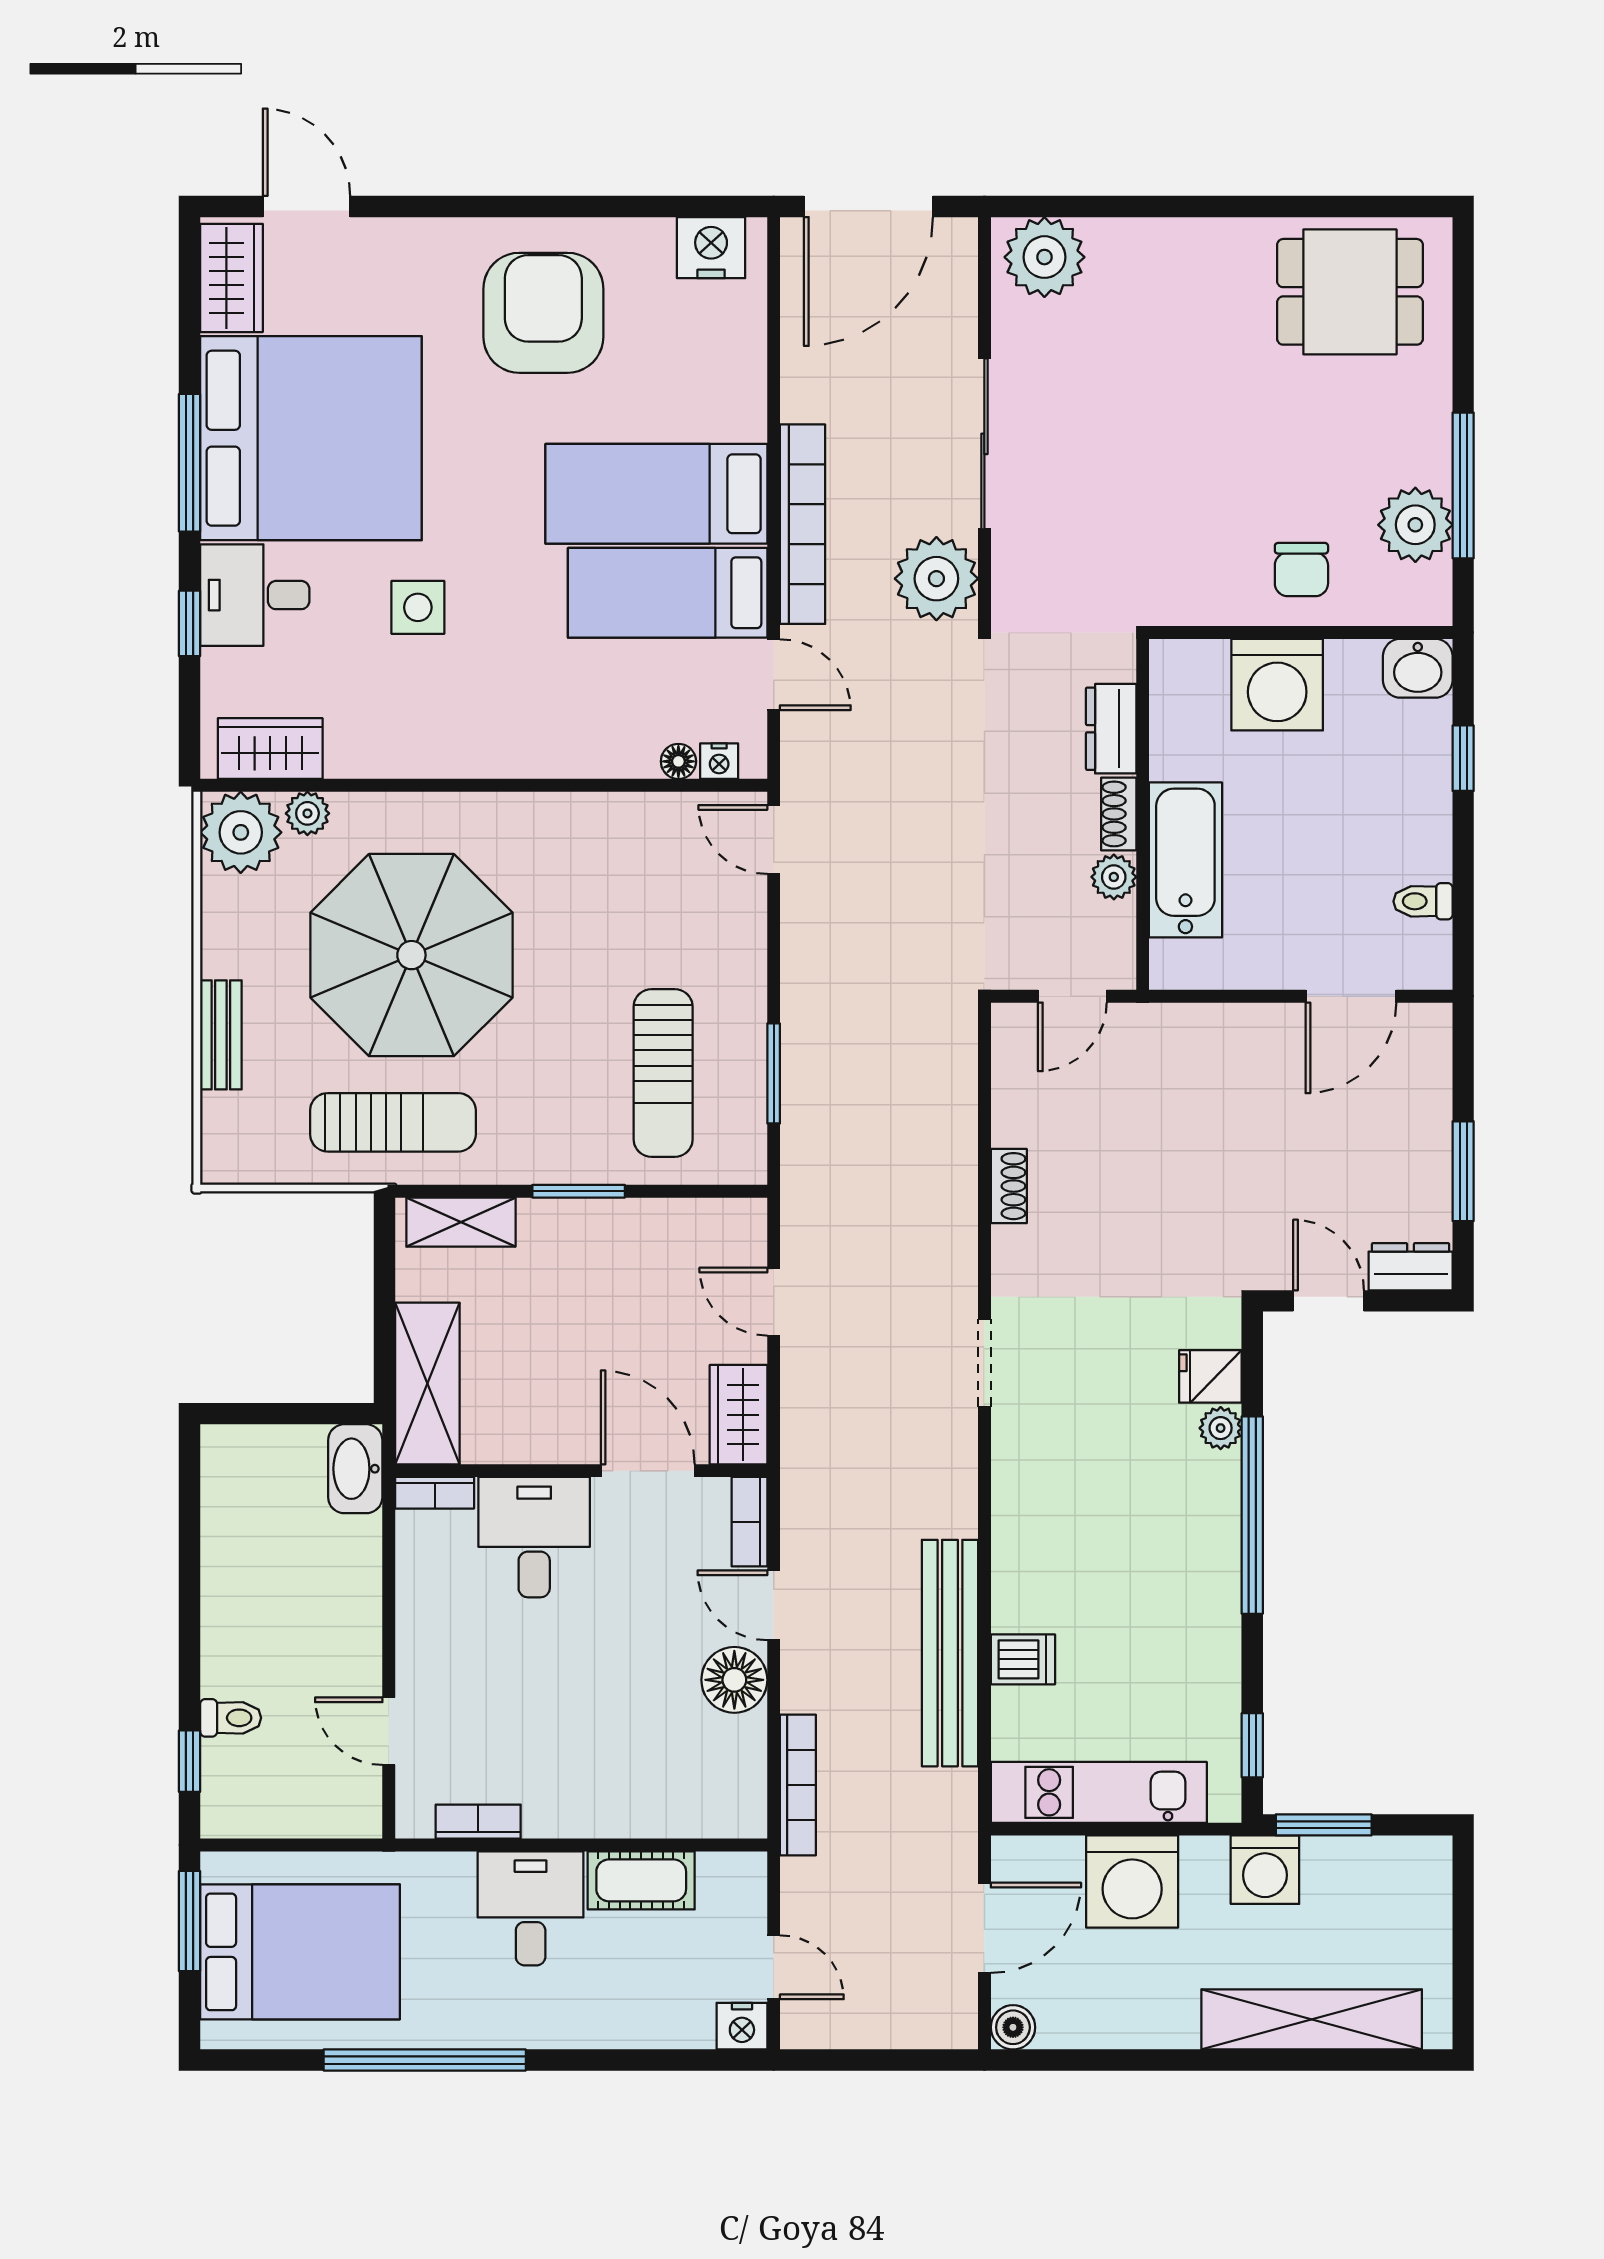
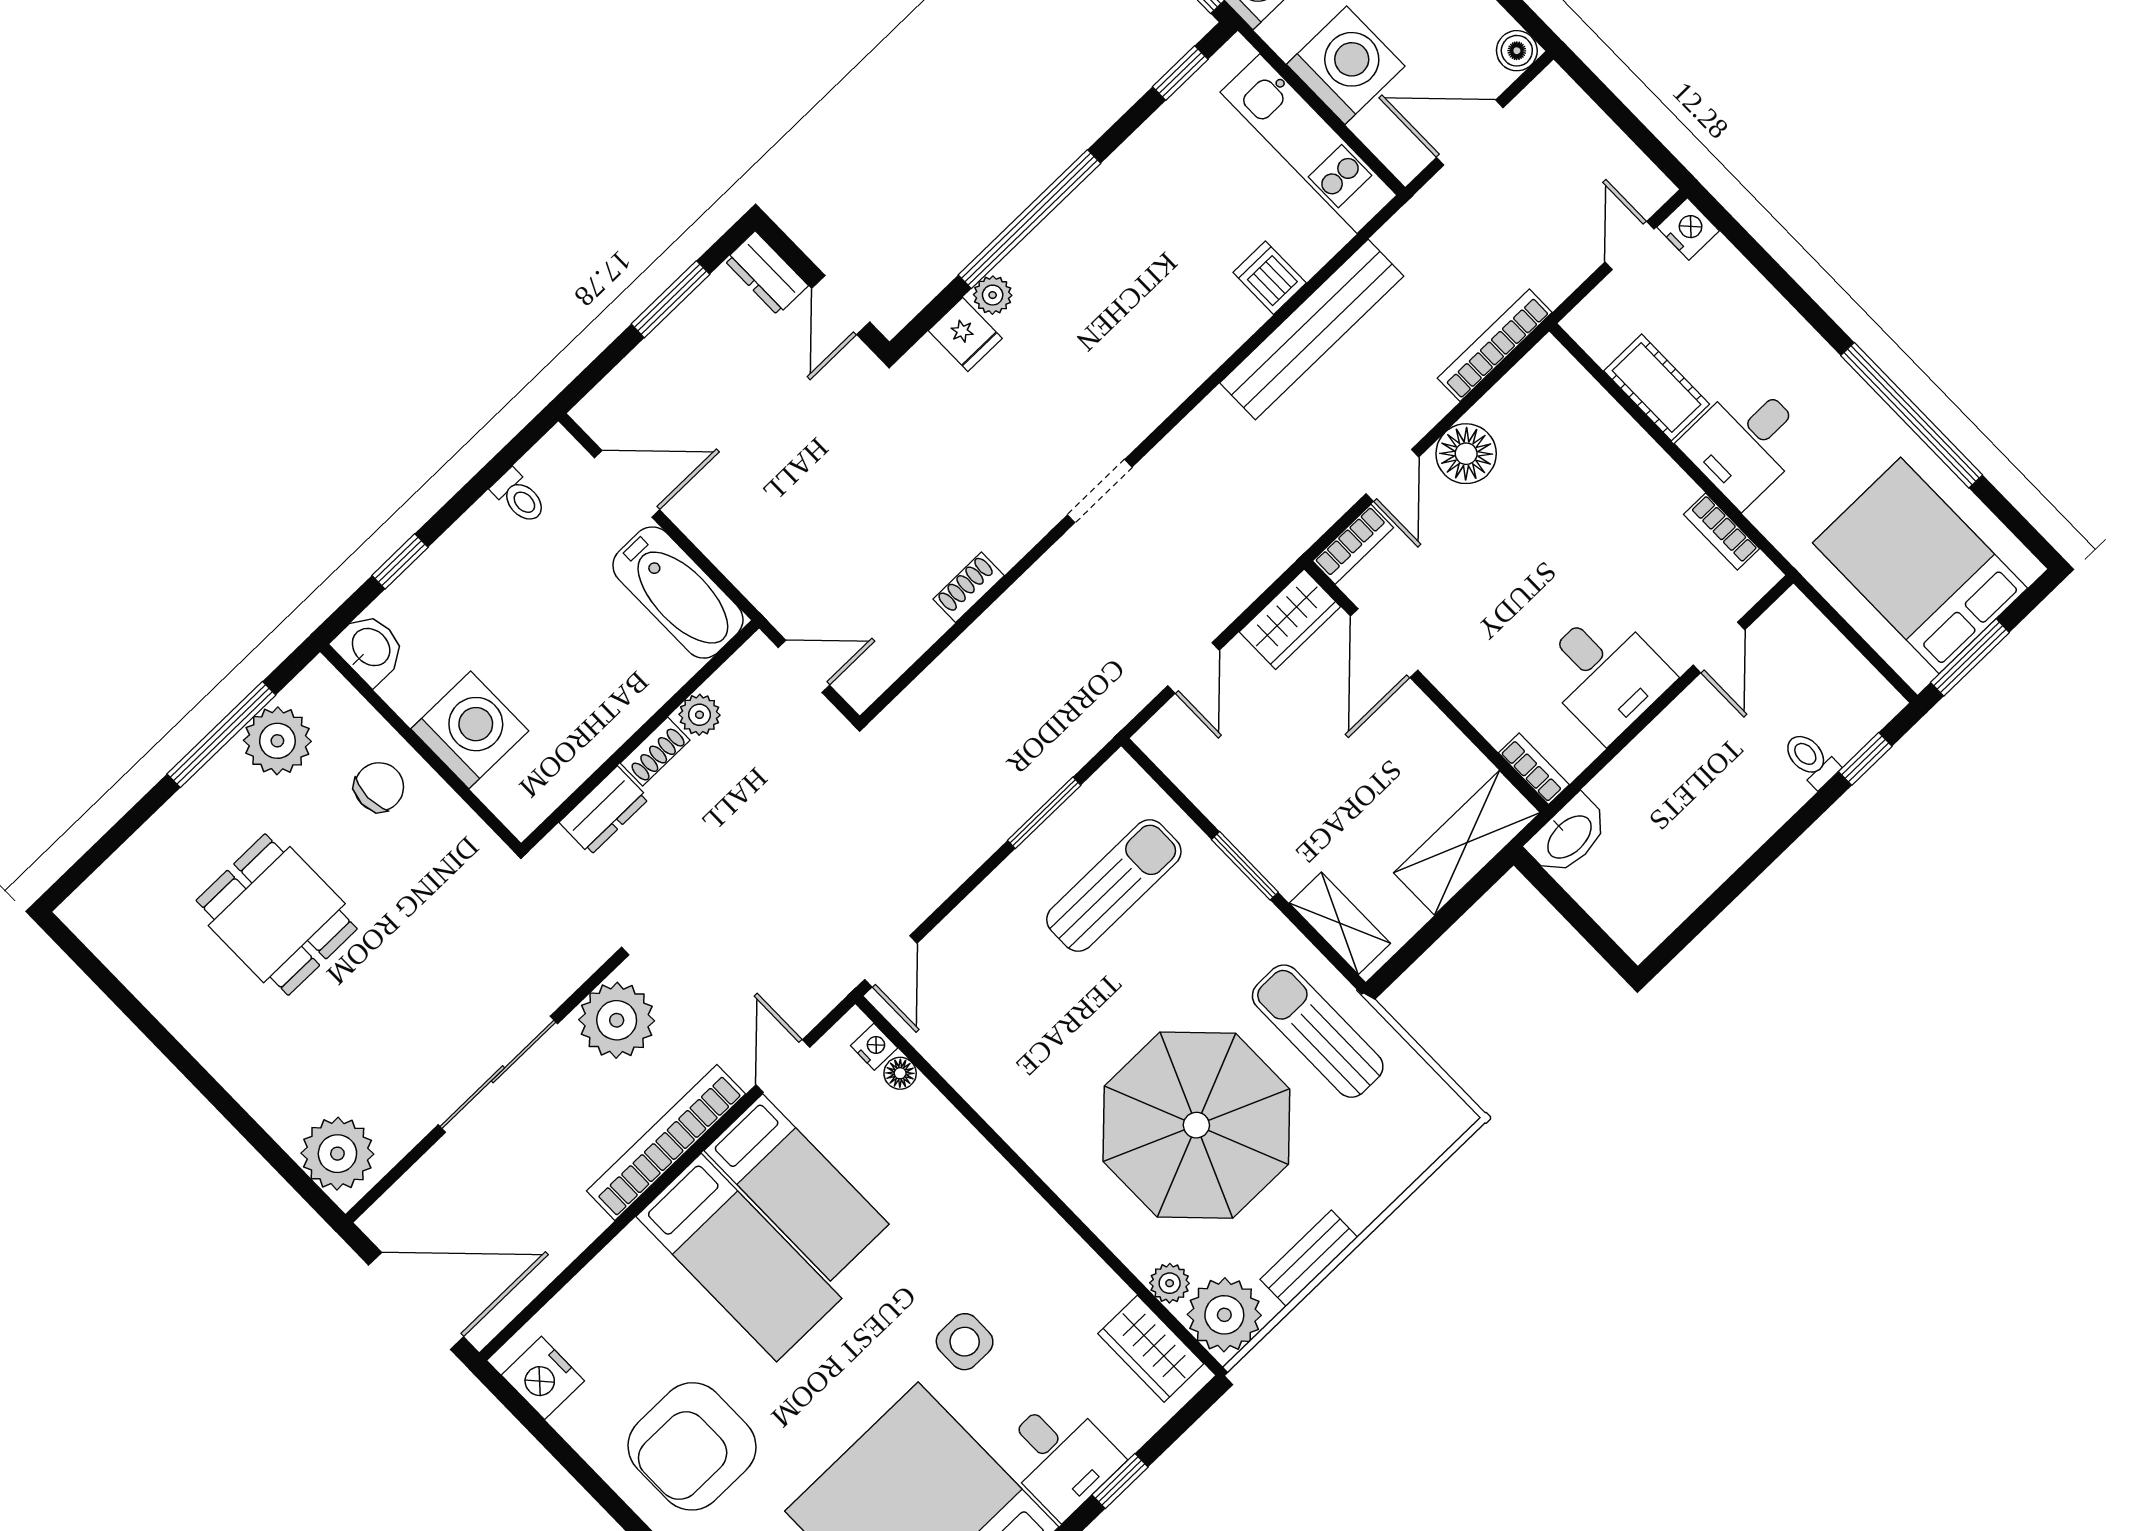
dining table: (1350, 292) -> (277, 915), moved
bathtub: (1185, 860) -> (678, 593), moved, turned -90
bench: (221, 1035) -> (1309, 1258), moved
desk: (534, 1537) -> (1605, 674), moved, turned -90

